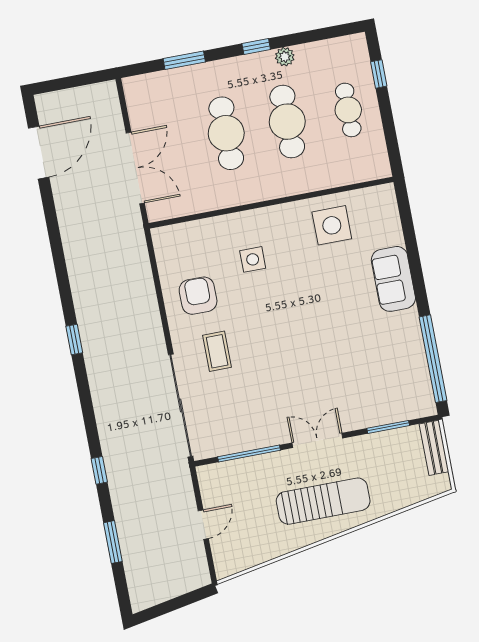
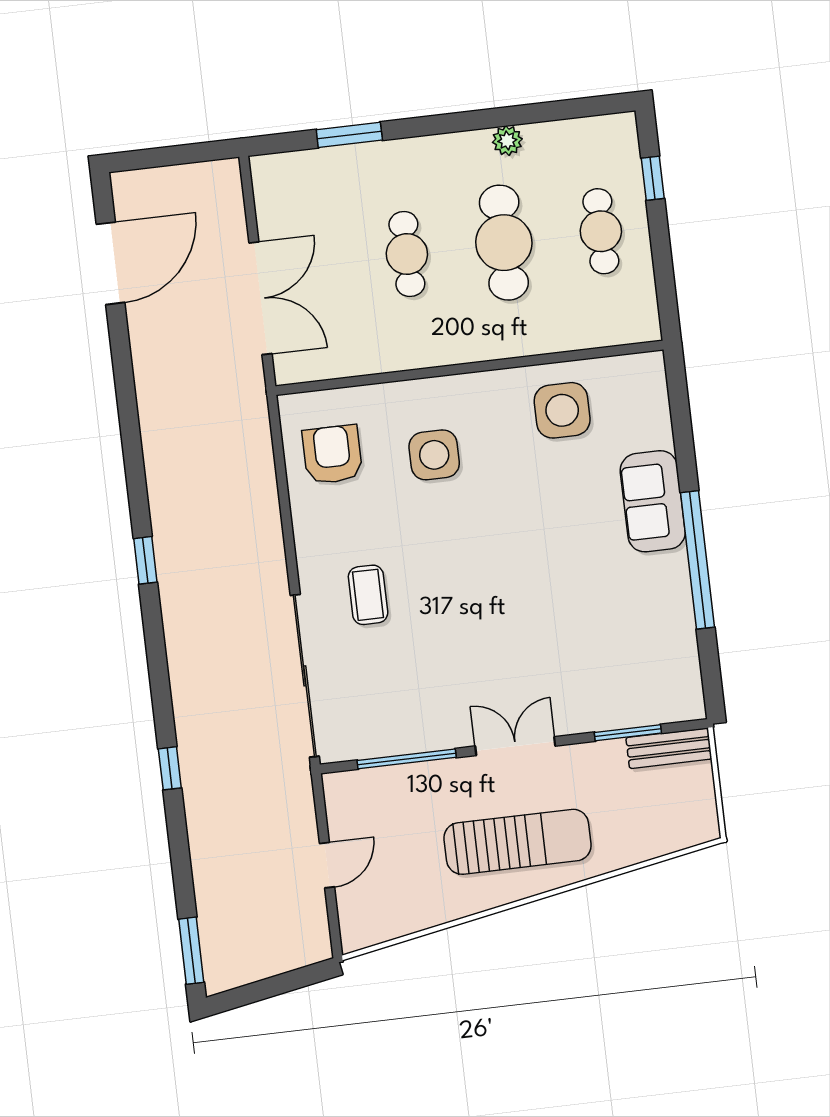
window: (256, 47) -> (464, 121), removed
cafe table: (226, 133) -> (407, 254), width x0.73, depth x0.74
side table: (253, 259) -> (434, 455), width x1.37, depth x1.37
armchair: (198, 296) -> (332, 454), moved
window: (433, 359) -> (698, 560), moved
bench: (434, 448) -> (669, 748), moved, turned 90
window: (113, 542) -> (191, 951), moved

